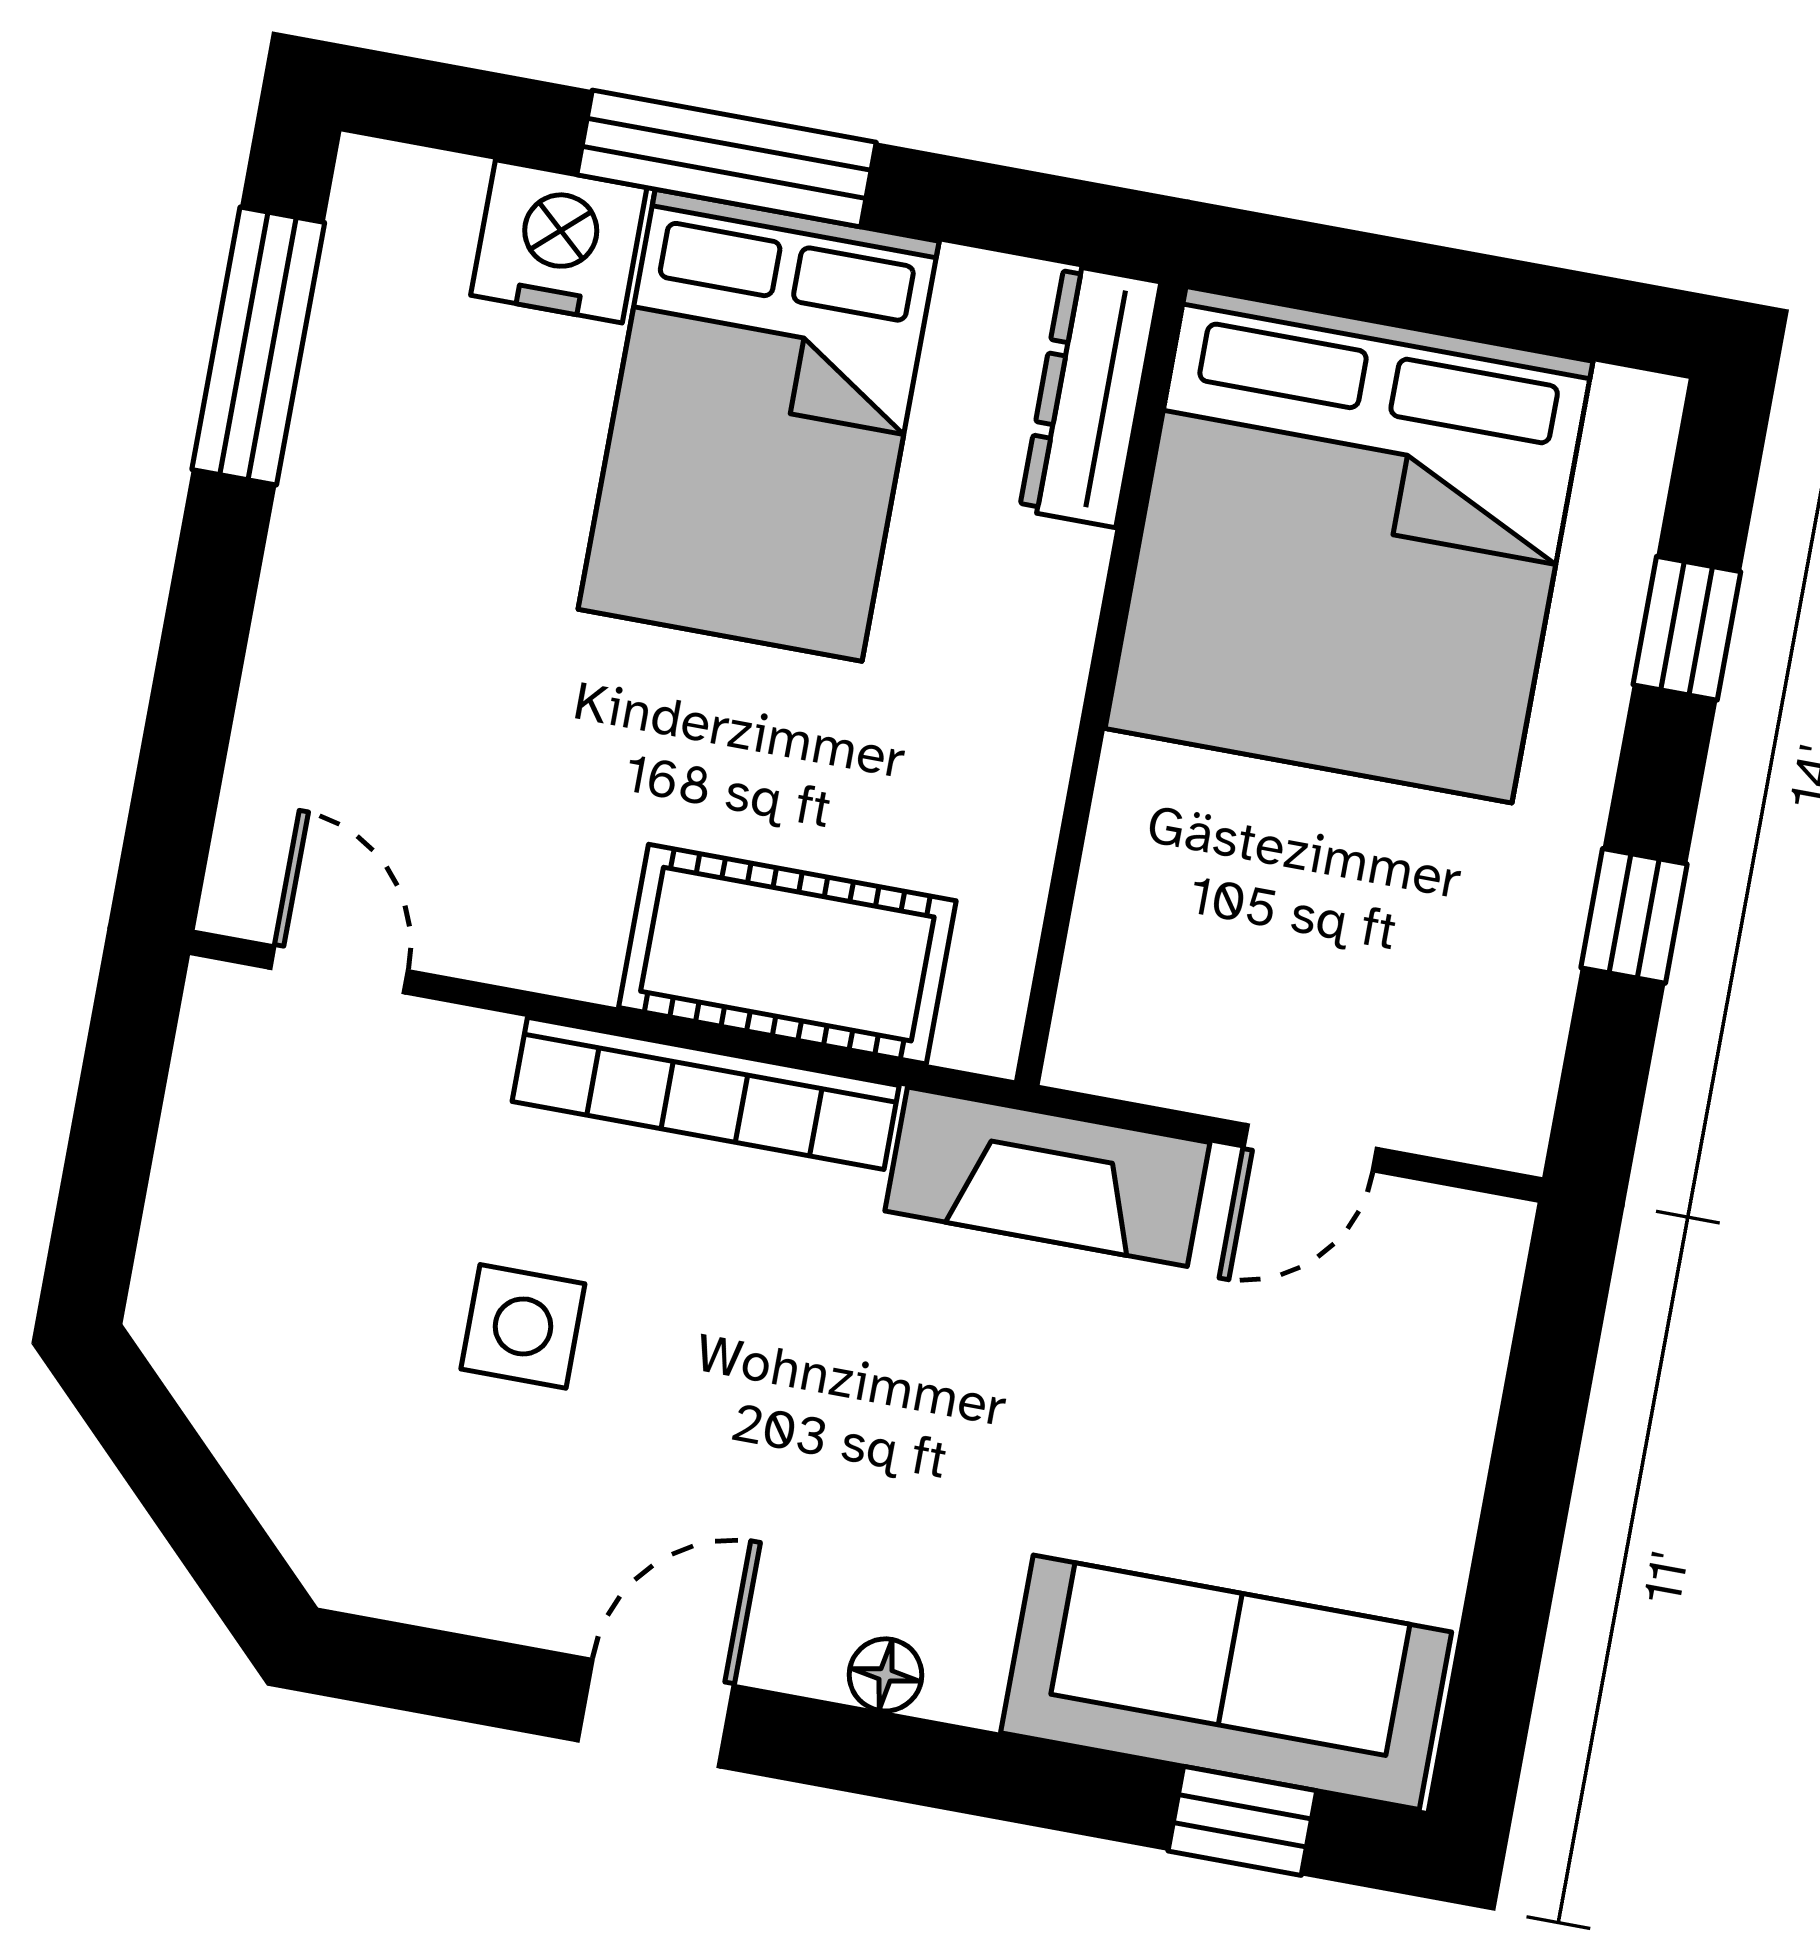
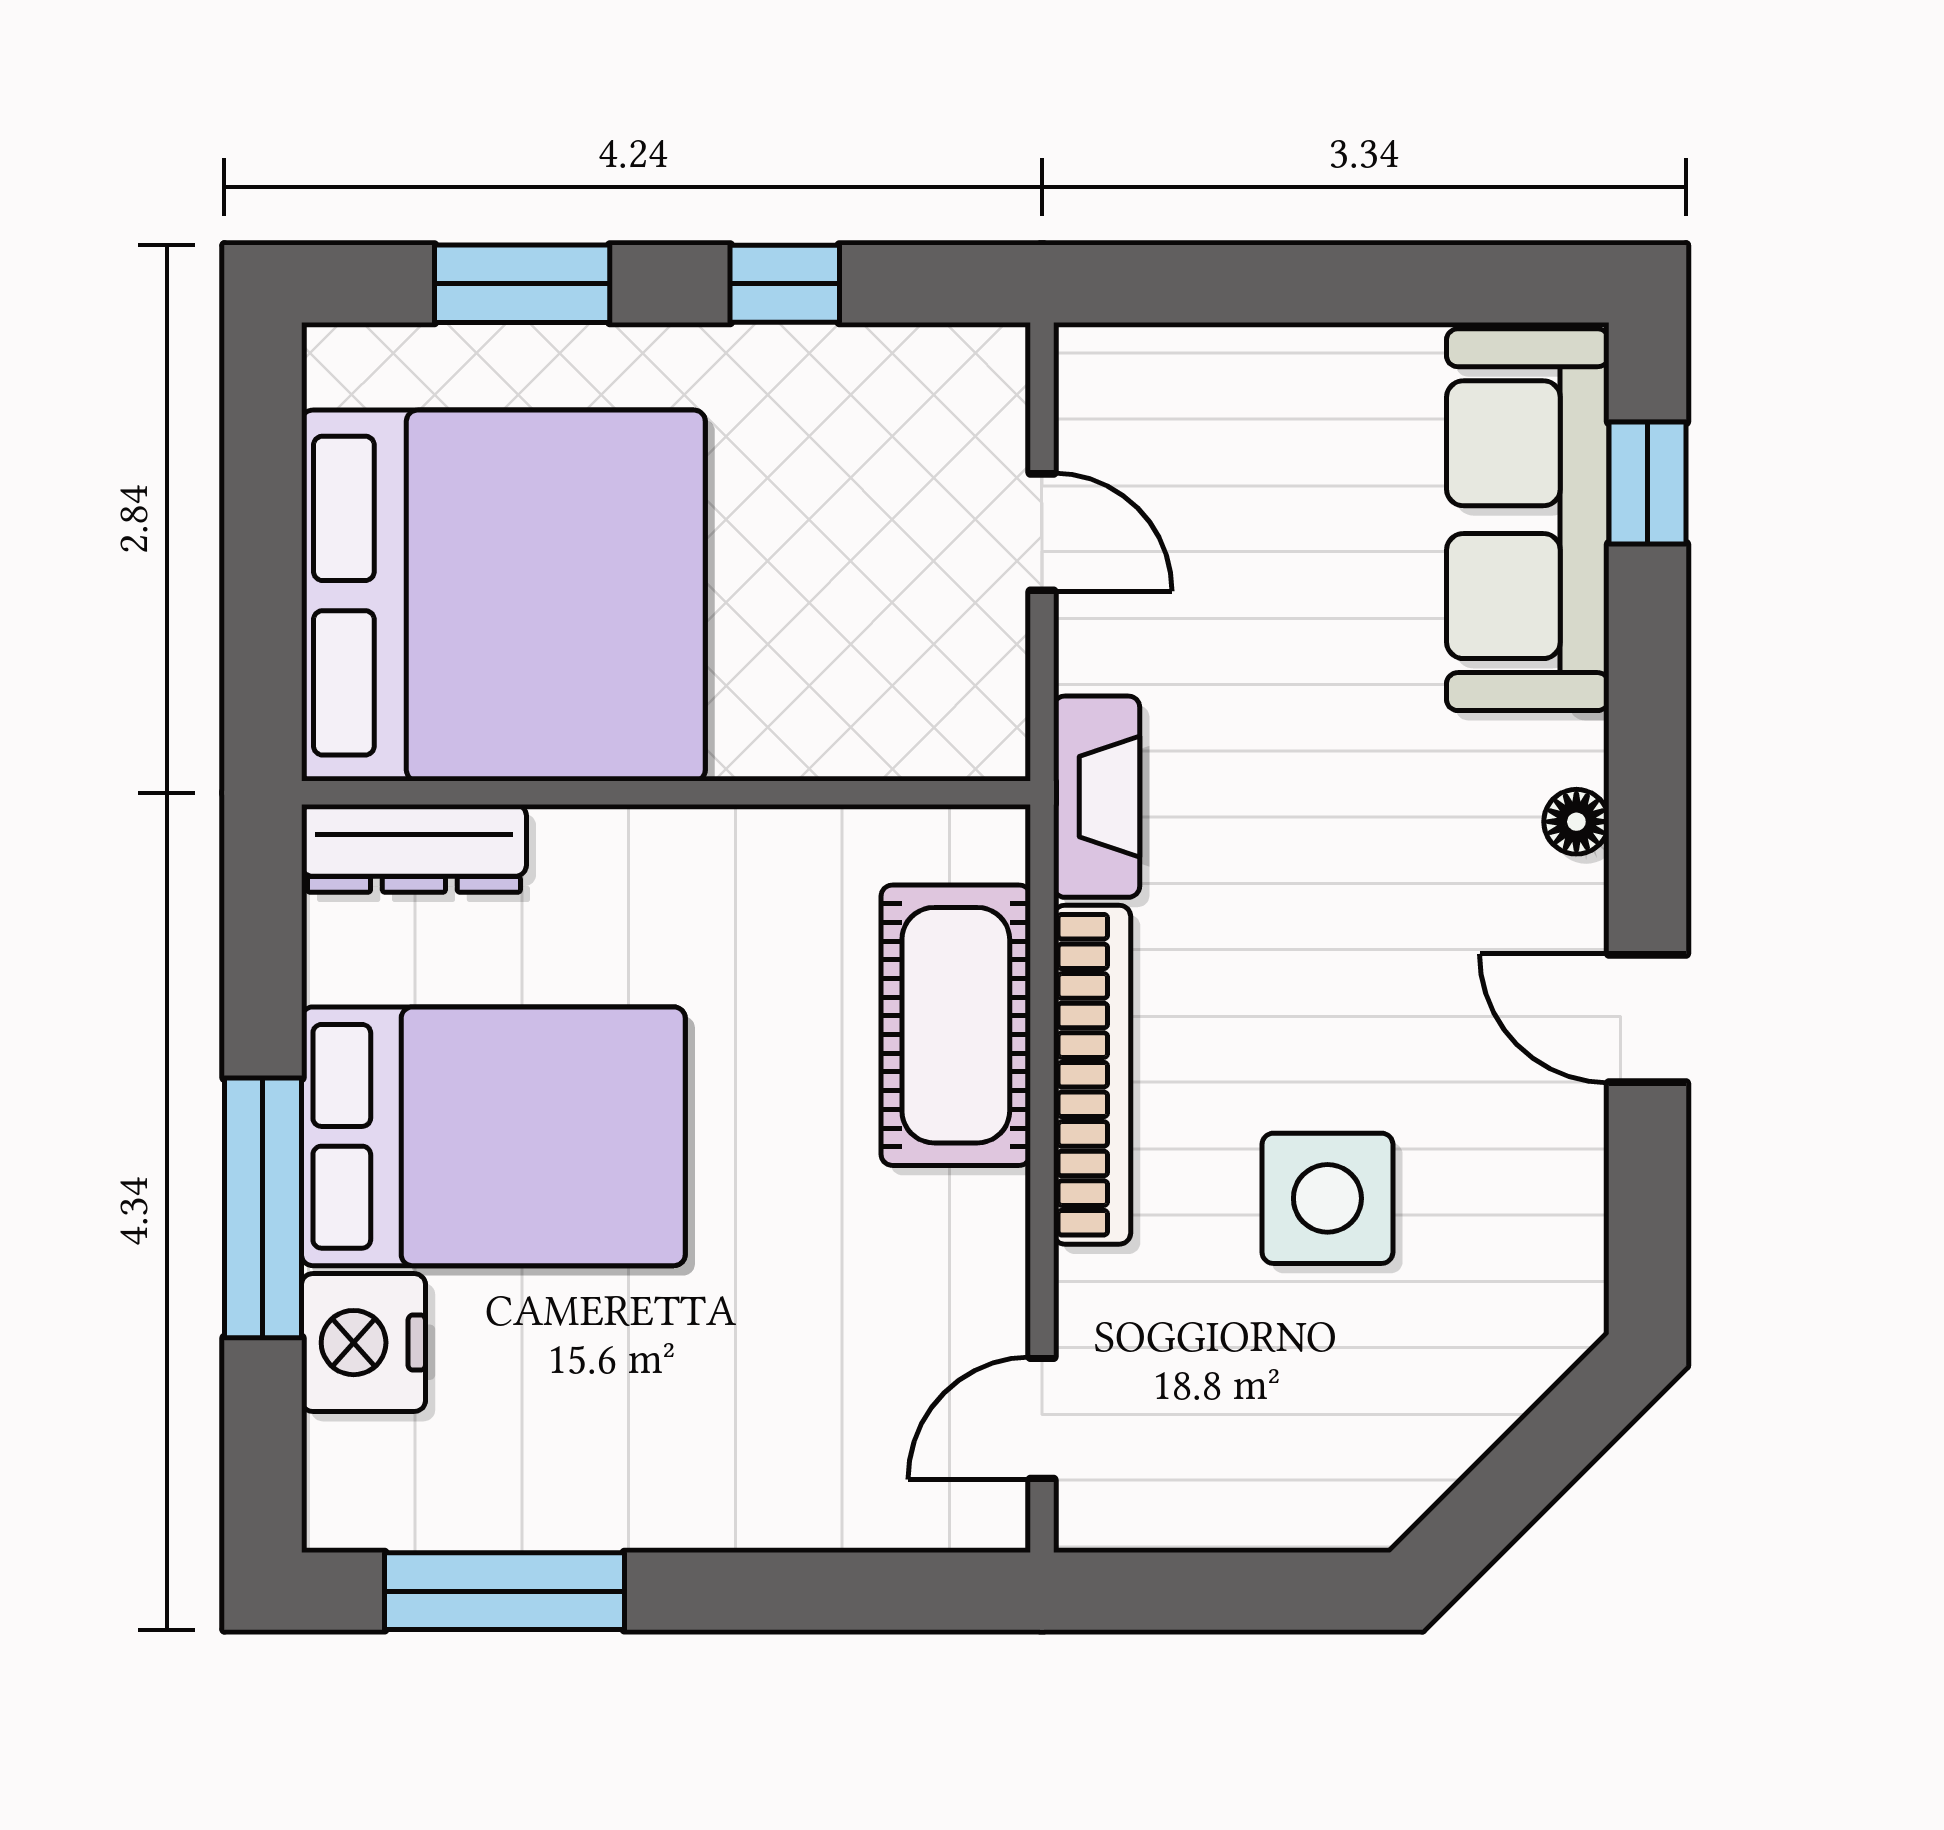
window: (1687, 628) -> (522, 284), width x1.50
fireplace: (1047, 1177) -> (1097, 797), width x0.73, depth x0.76
side table: (523, 1326) -> (1327, 1198), width x1.37, depth x1.37

